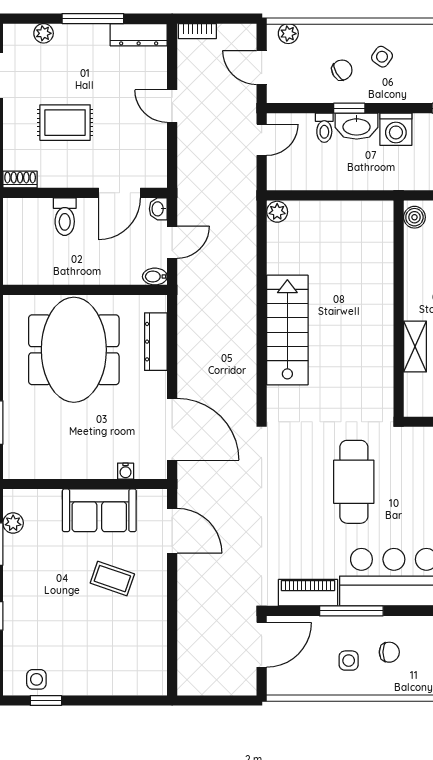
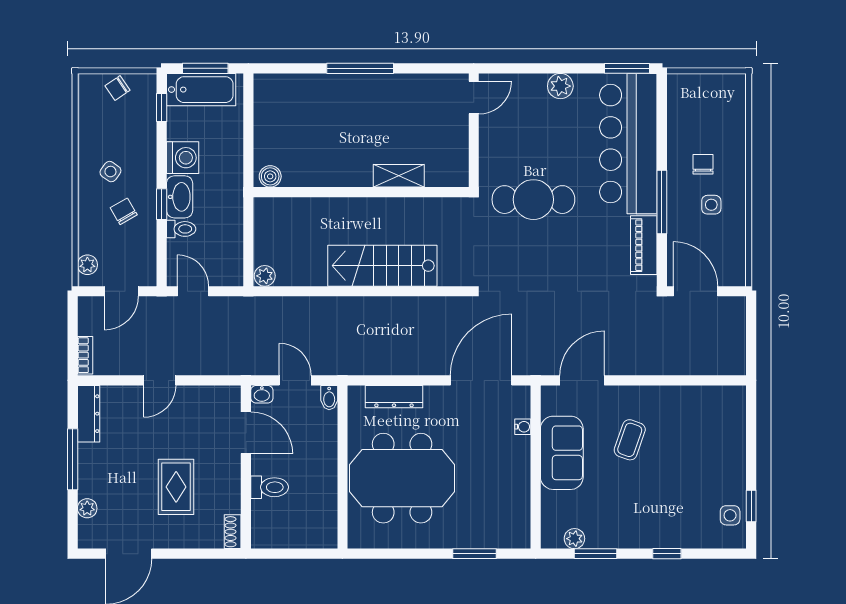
boiler: (414, 217) -> (270, 176), moved
wall: (399, 309) -> (361, 192), moved
shelving: (415, 346) -> (399, 176), moved

